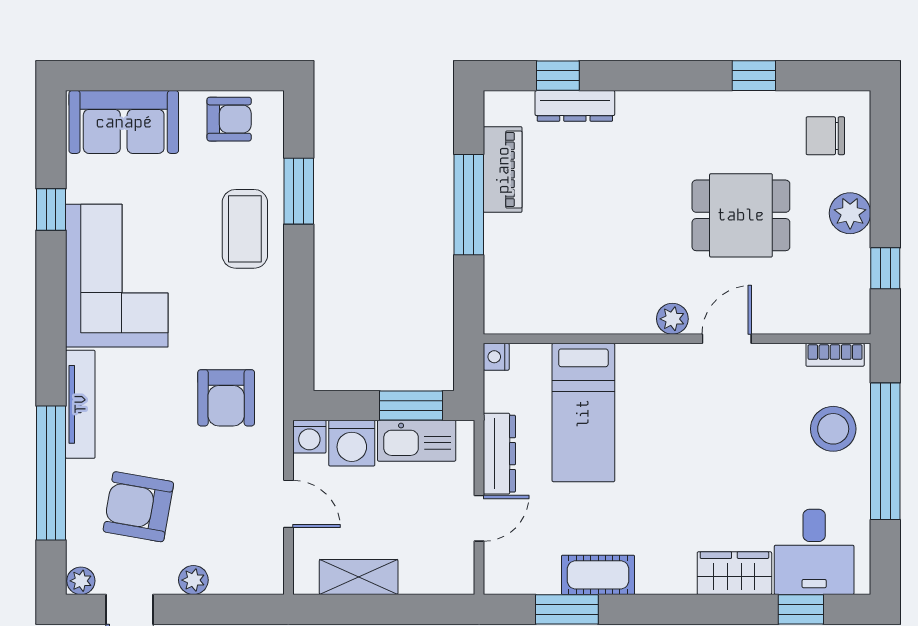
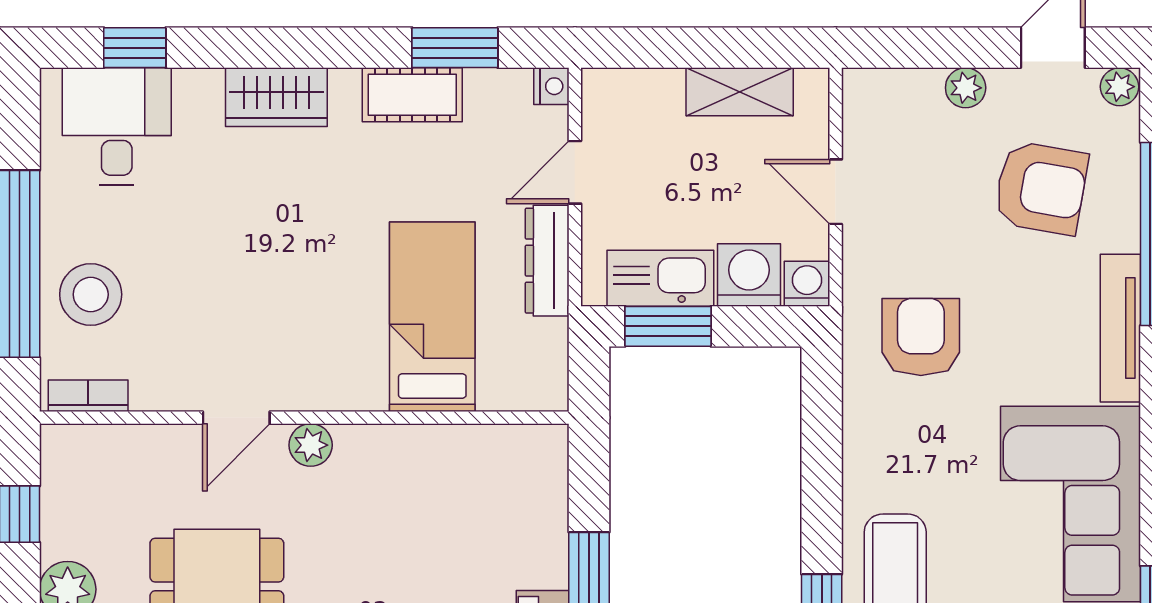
nightstand: (496, 357) -> (551, 86), moved
wardrobe: (734, 573) -> (276, 97), moved

